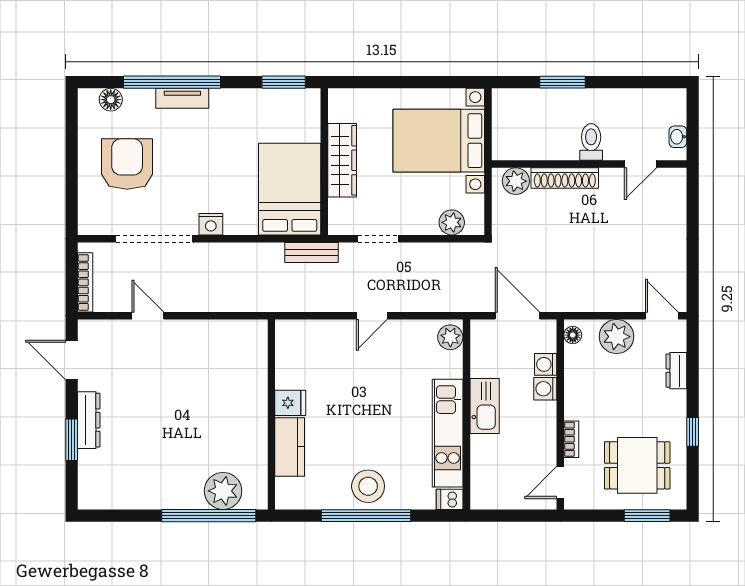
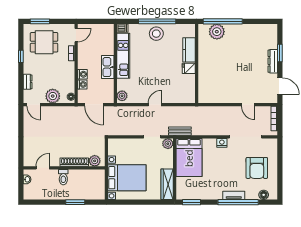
wardrobe: (342, 160) -> (167, 184), moved
plant: (452, 222) -> (168, 144), moved

